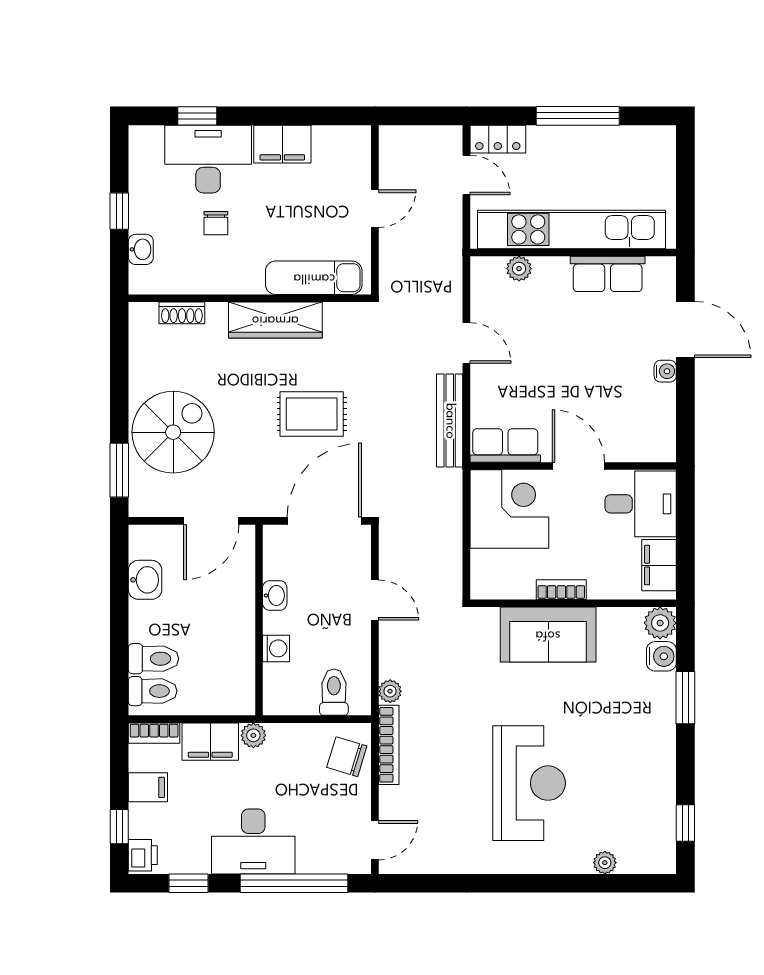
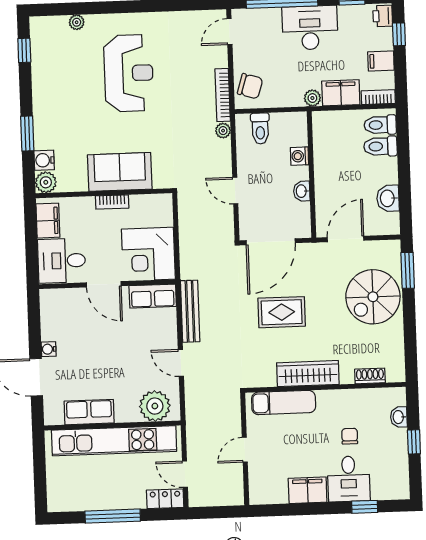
desk: (208, 159) -> (349, 479), width x0.73
plant: (519, 269) -> (155, 406), width x1.87, depth x1.87
reception desk: (529, 783) -> (129, 73), turned 180

